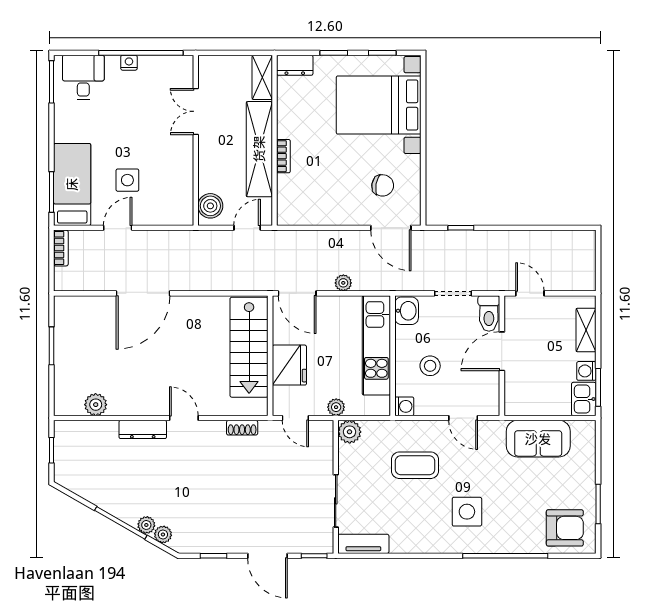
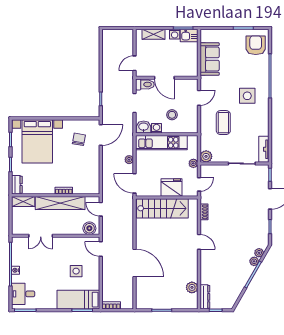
door: (118, 228) -> (101, 249), moved
door: (297, 293) -> (135, 183), swing flipped
washing machine: (404, 406) -> (157, 128), moved
door: (184, 418) -> (199, 242), swing flipped
dresser: (143, 429) -> (205, 297), moved

